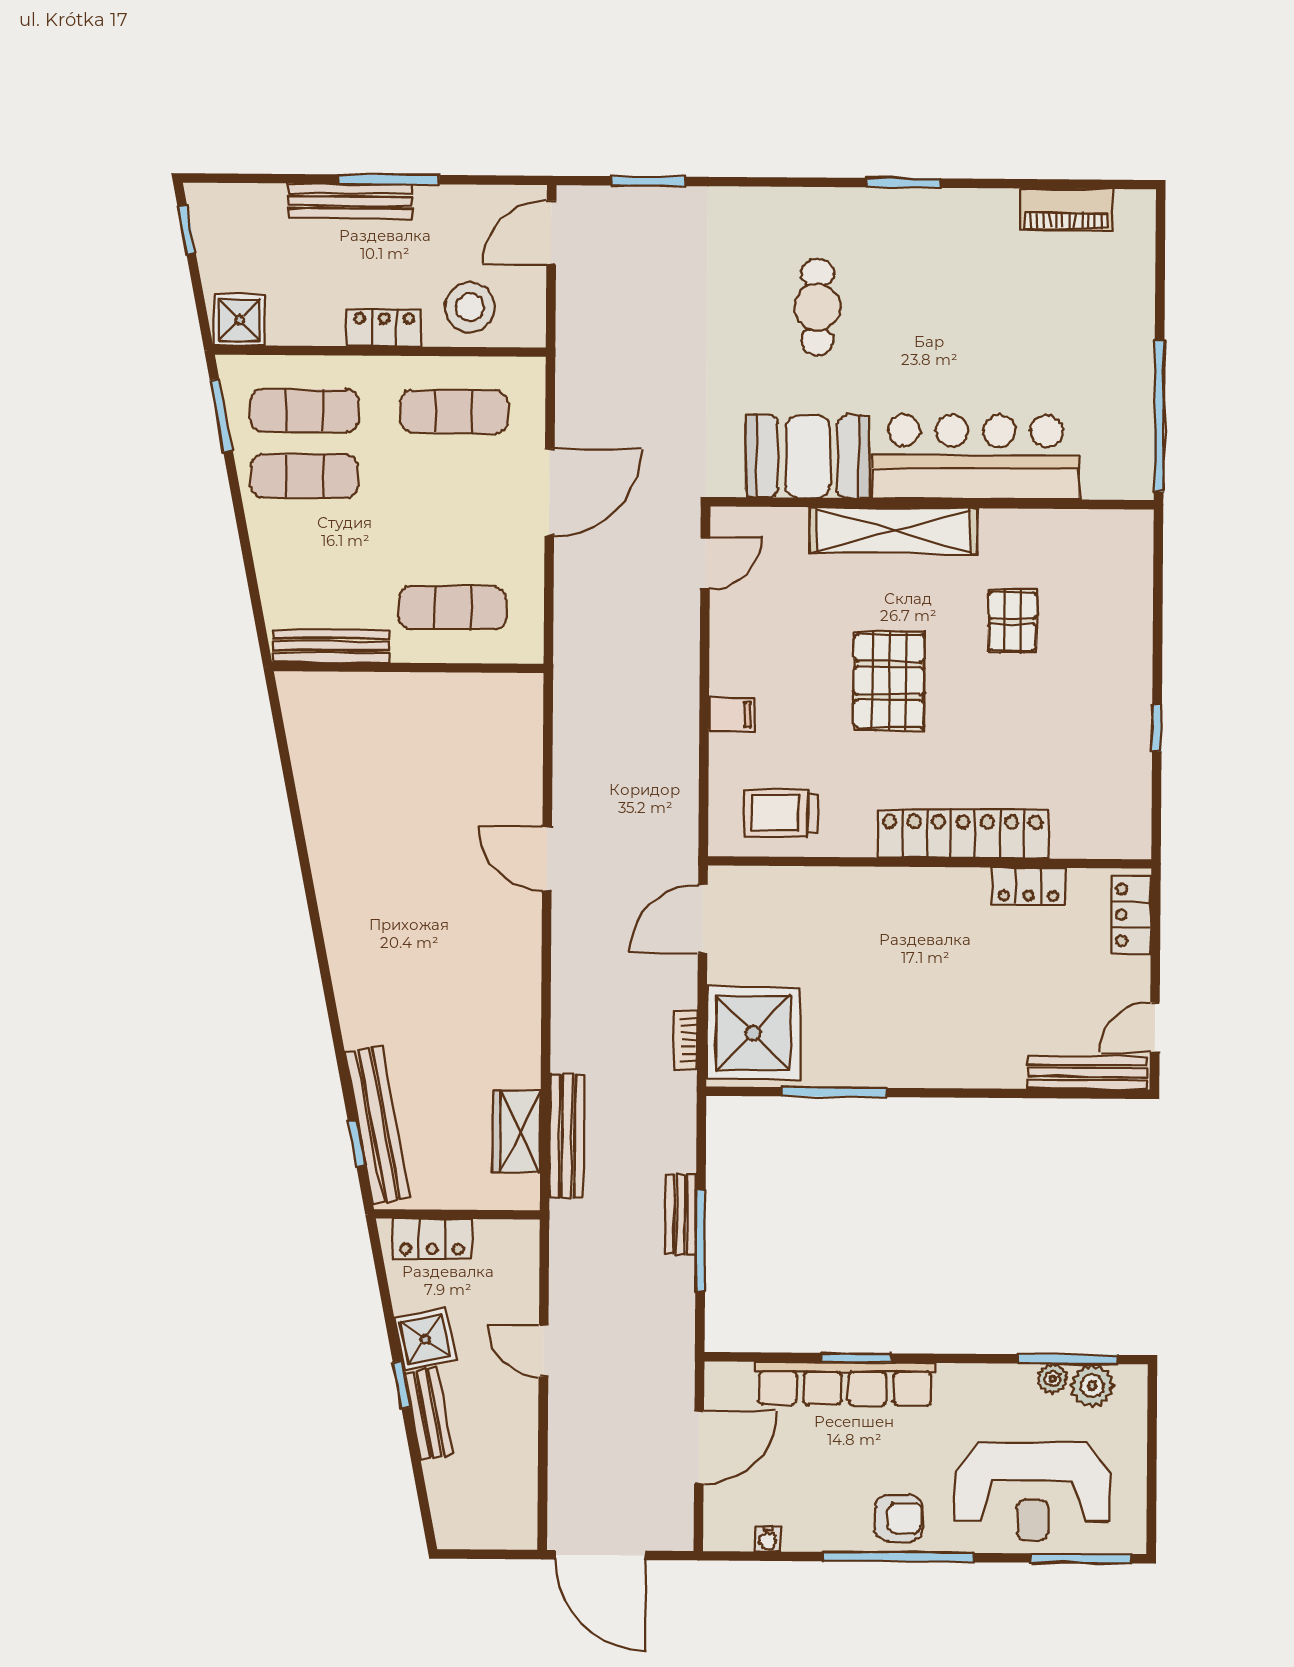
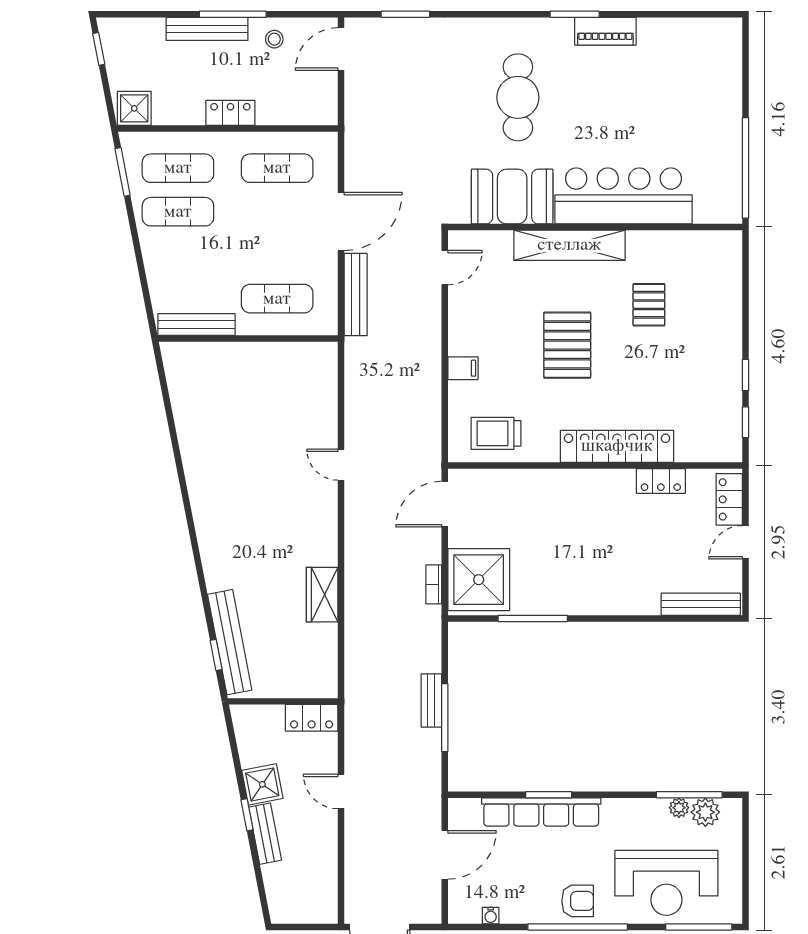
piano: (1066, 209) -> (605, 31), moved
stool: (470, 307) -> (274, 39), moved, width x0.53, depth x0.53
cafe table: (817, 307) -> (518, 97), width x1.37, depth x1.35
window: (1156, 799) -> (745, 422), added
door: (547, 859) -> (341, 465), width x0.73
door: (1155, 1027) -> (745, 542), moved
wardrobe: (517, 1132) -> (322, 595), moved
bench: (567, 1136) -> (356, 295), moved
locker: (432, 1239) -> (312, 718), moved

